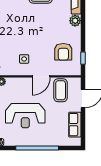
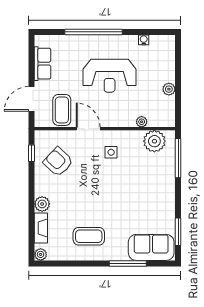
armchair: (63, 52) -> (58, 162), turned -47
door: (41, 76) -> (88, 129), hinge flipped
reception desk: (25, 116) -> (110, 76), turned 180

